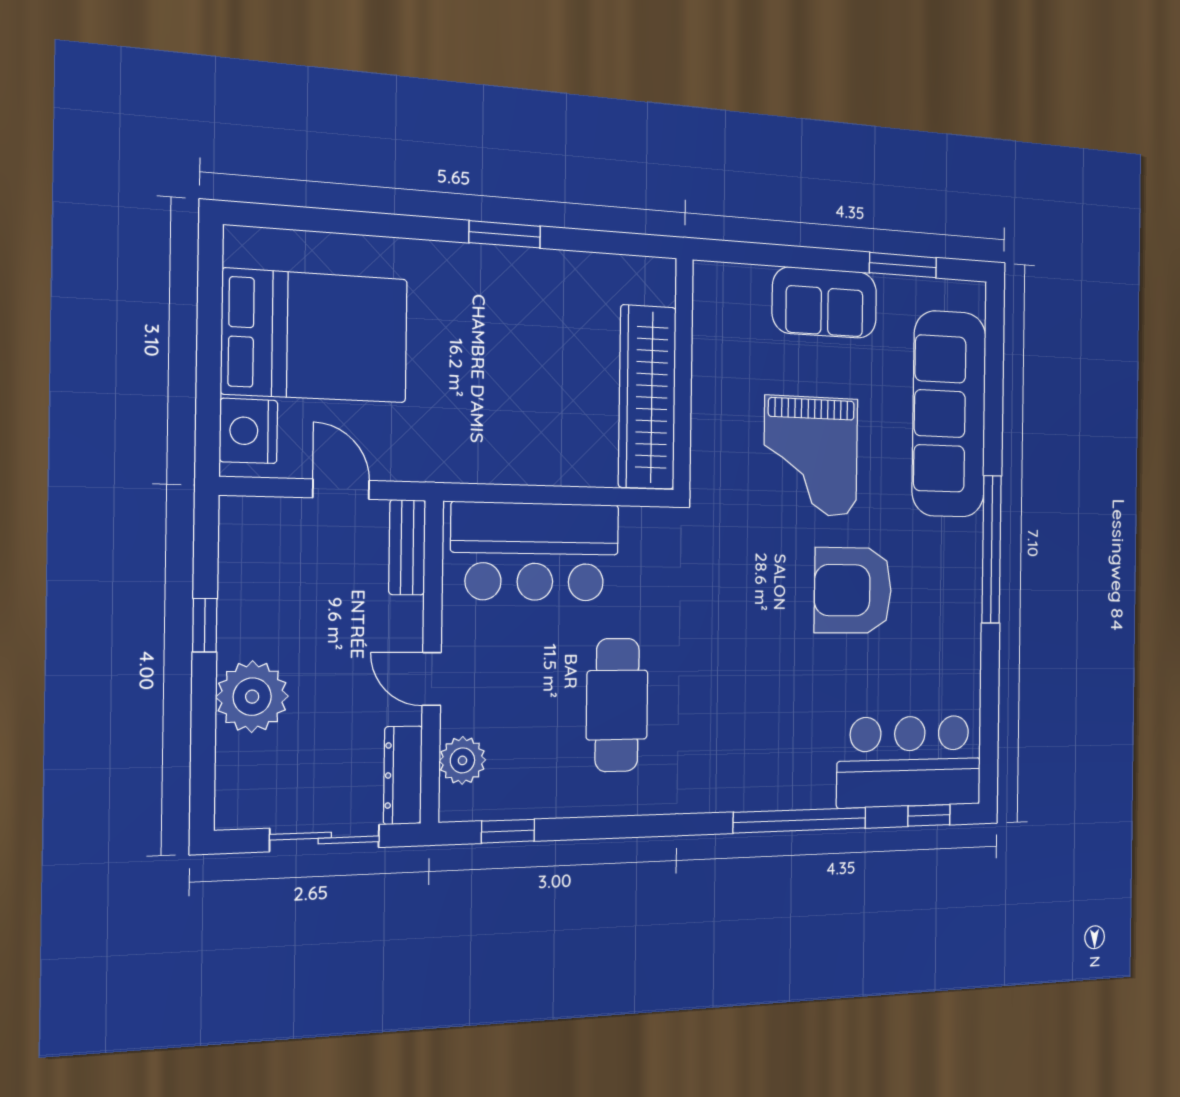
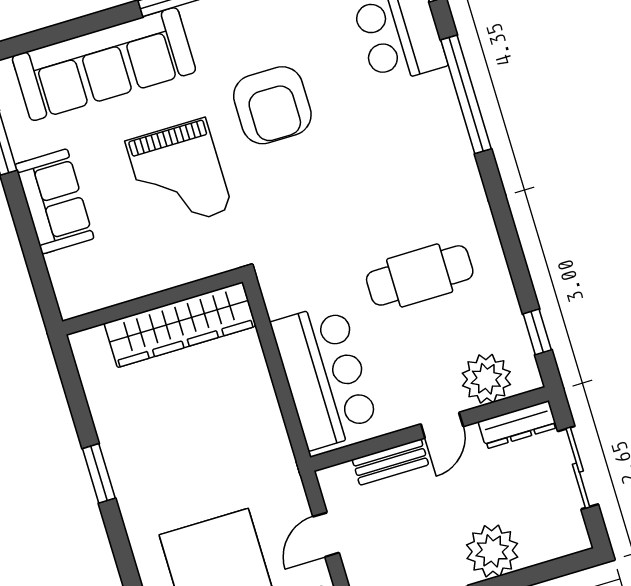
grand piano: (811, 456) -> (179, 175), turned 90
bench: (407, 547) -> (390, 462), moved
plant: (462, 760) -> (486, 379), width x1.36, depth x1.36

